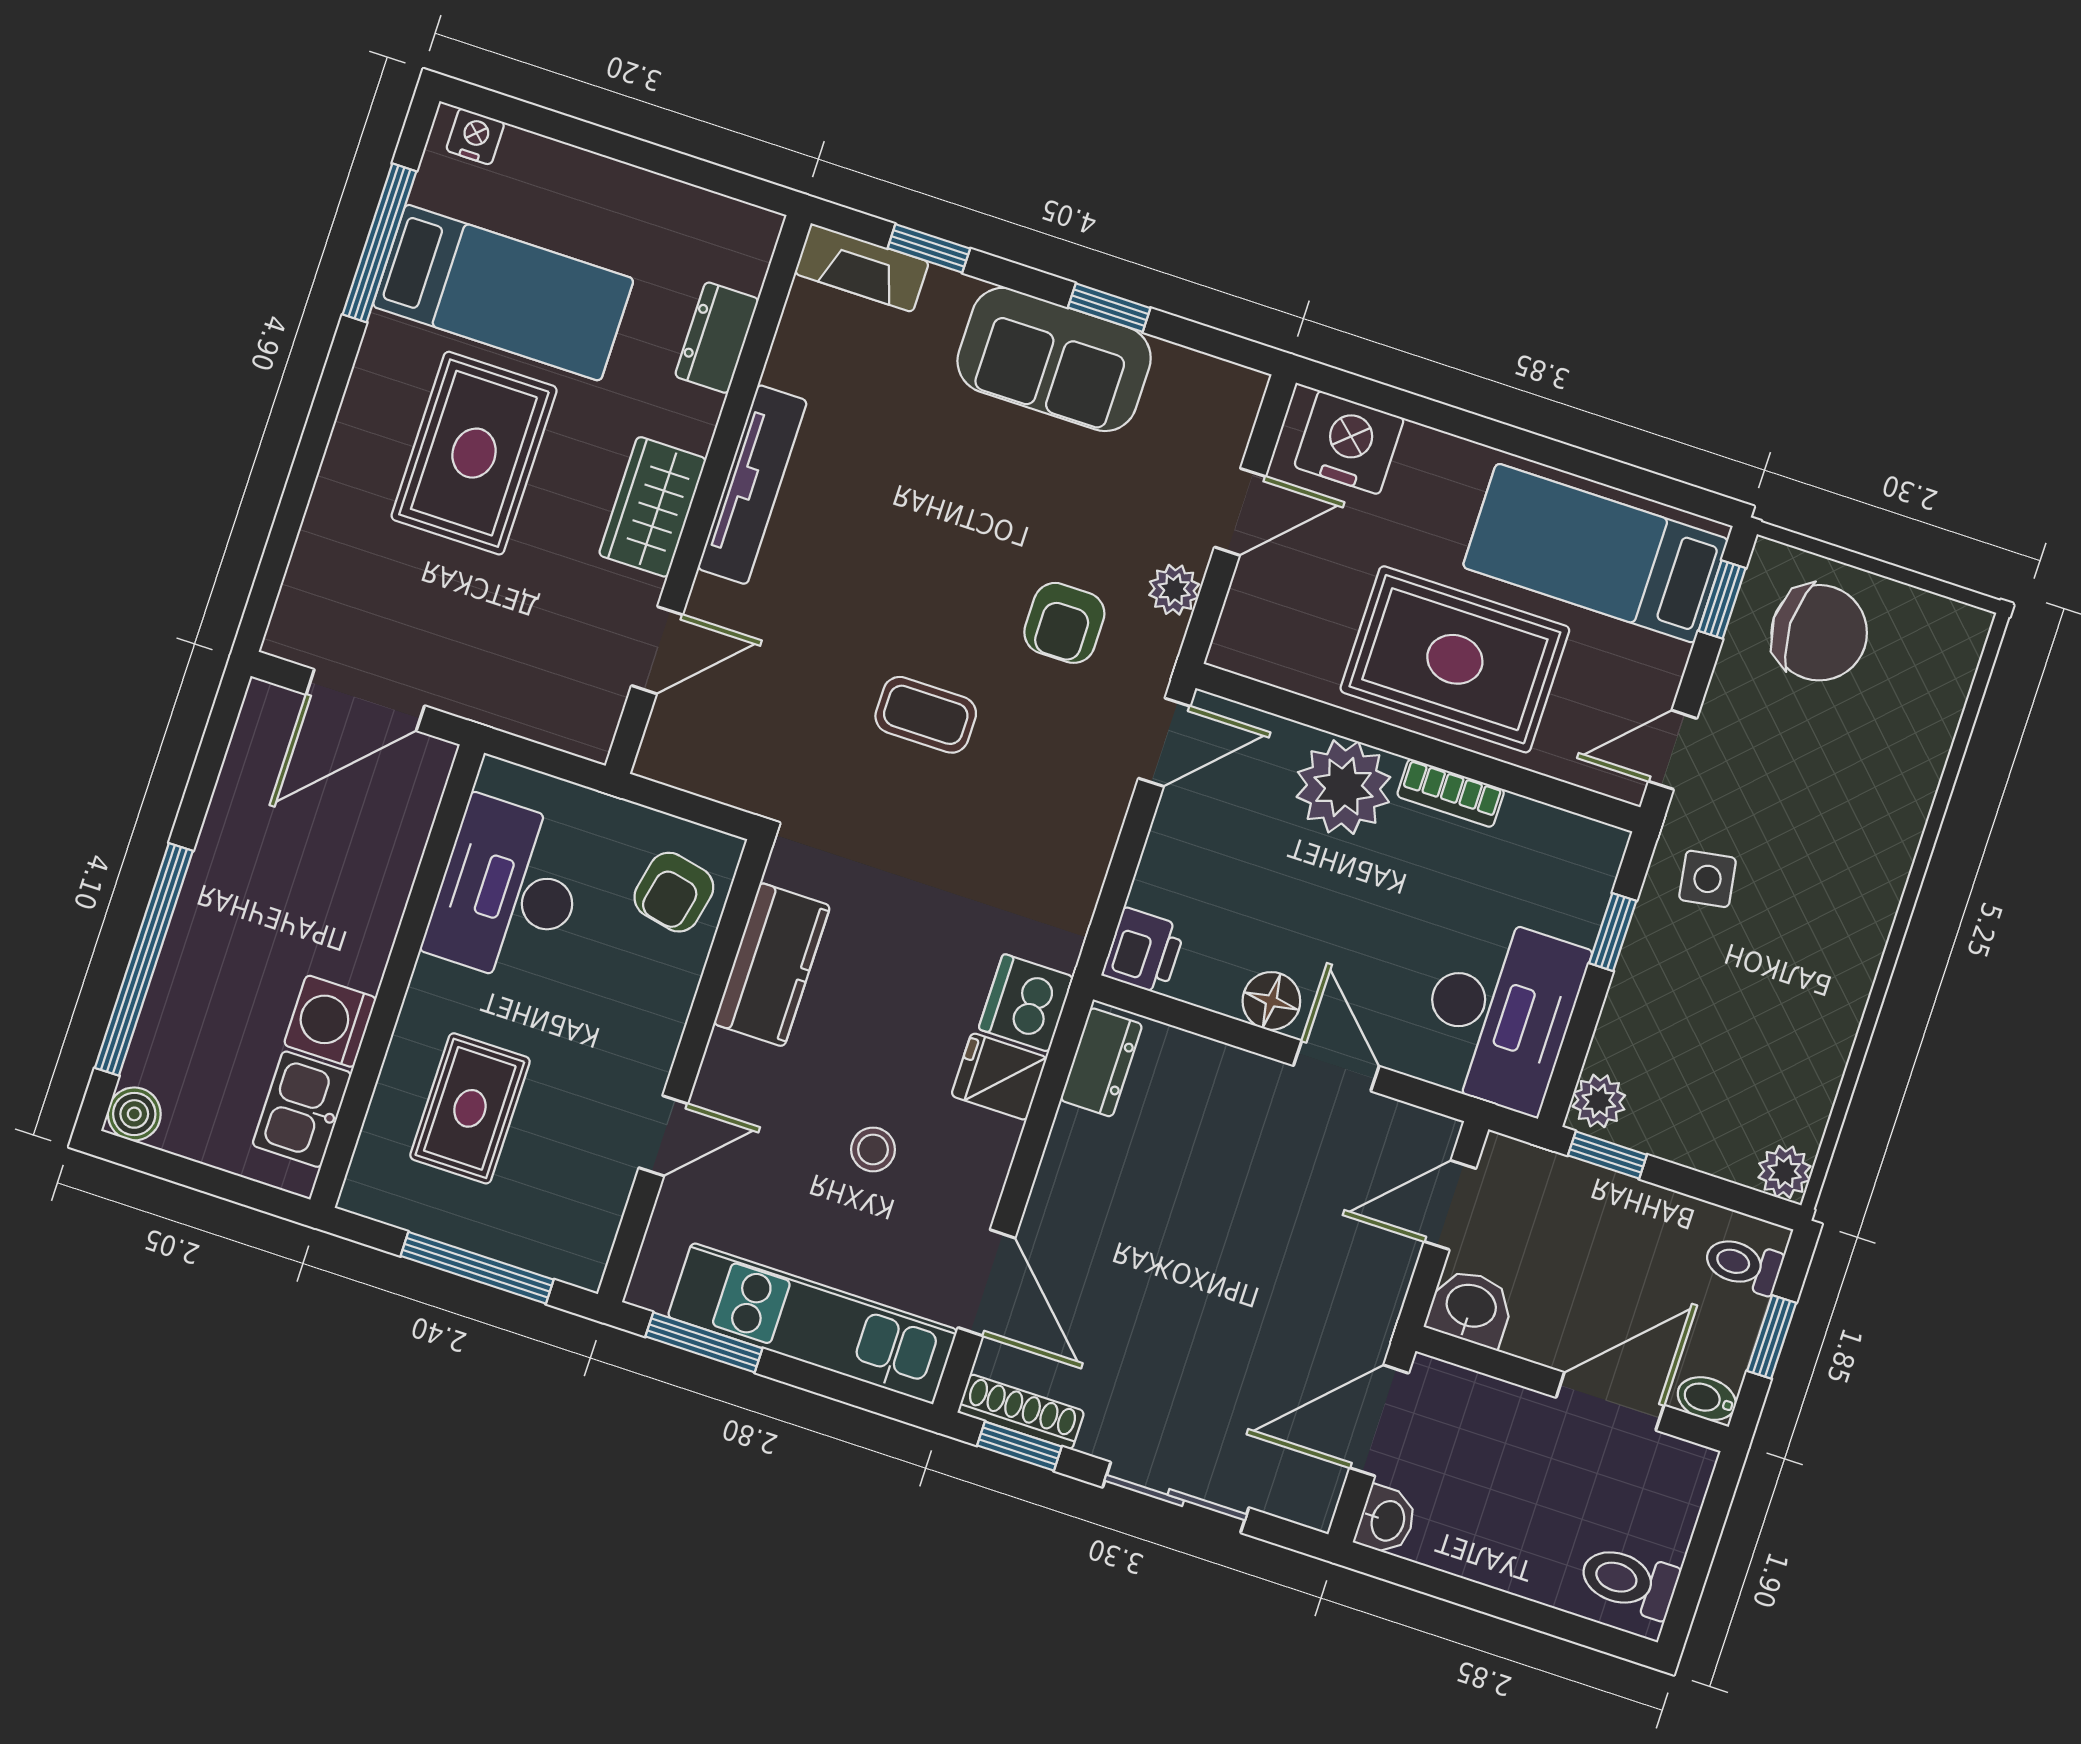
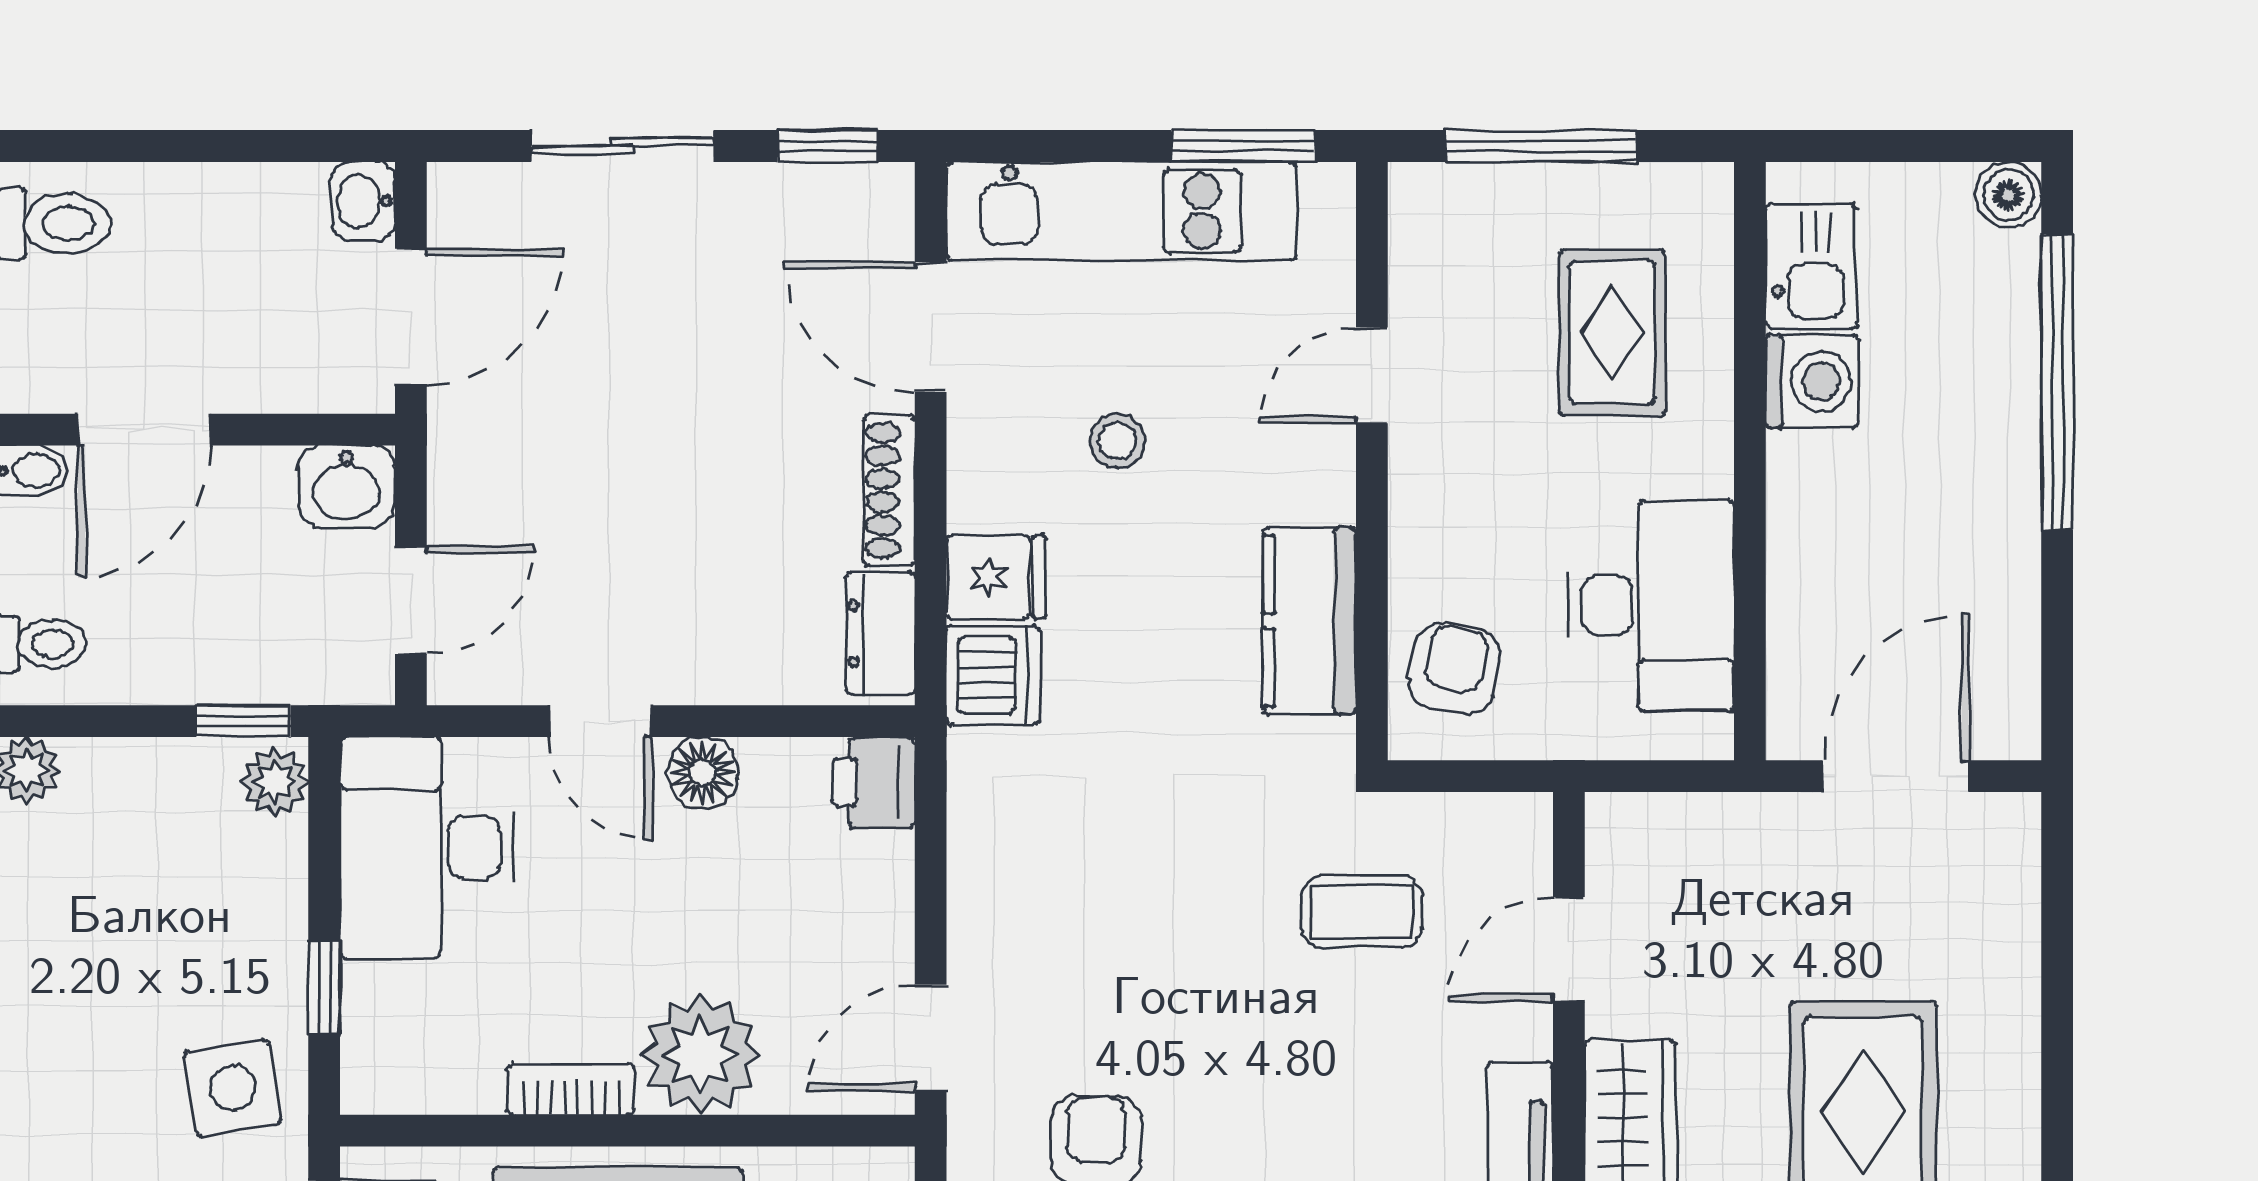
coffee table: (926, 715) -> (1361, 912), moved
side table: (1708, 879) -> (232, 1088), width x1.37, depth x1.37
shoe rack: (1021, 1412) -> (889, 490), moved, turned 90

